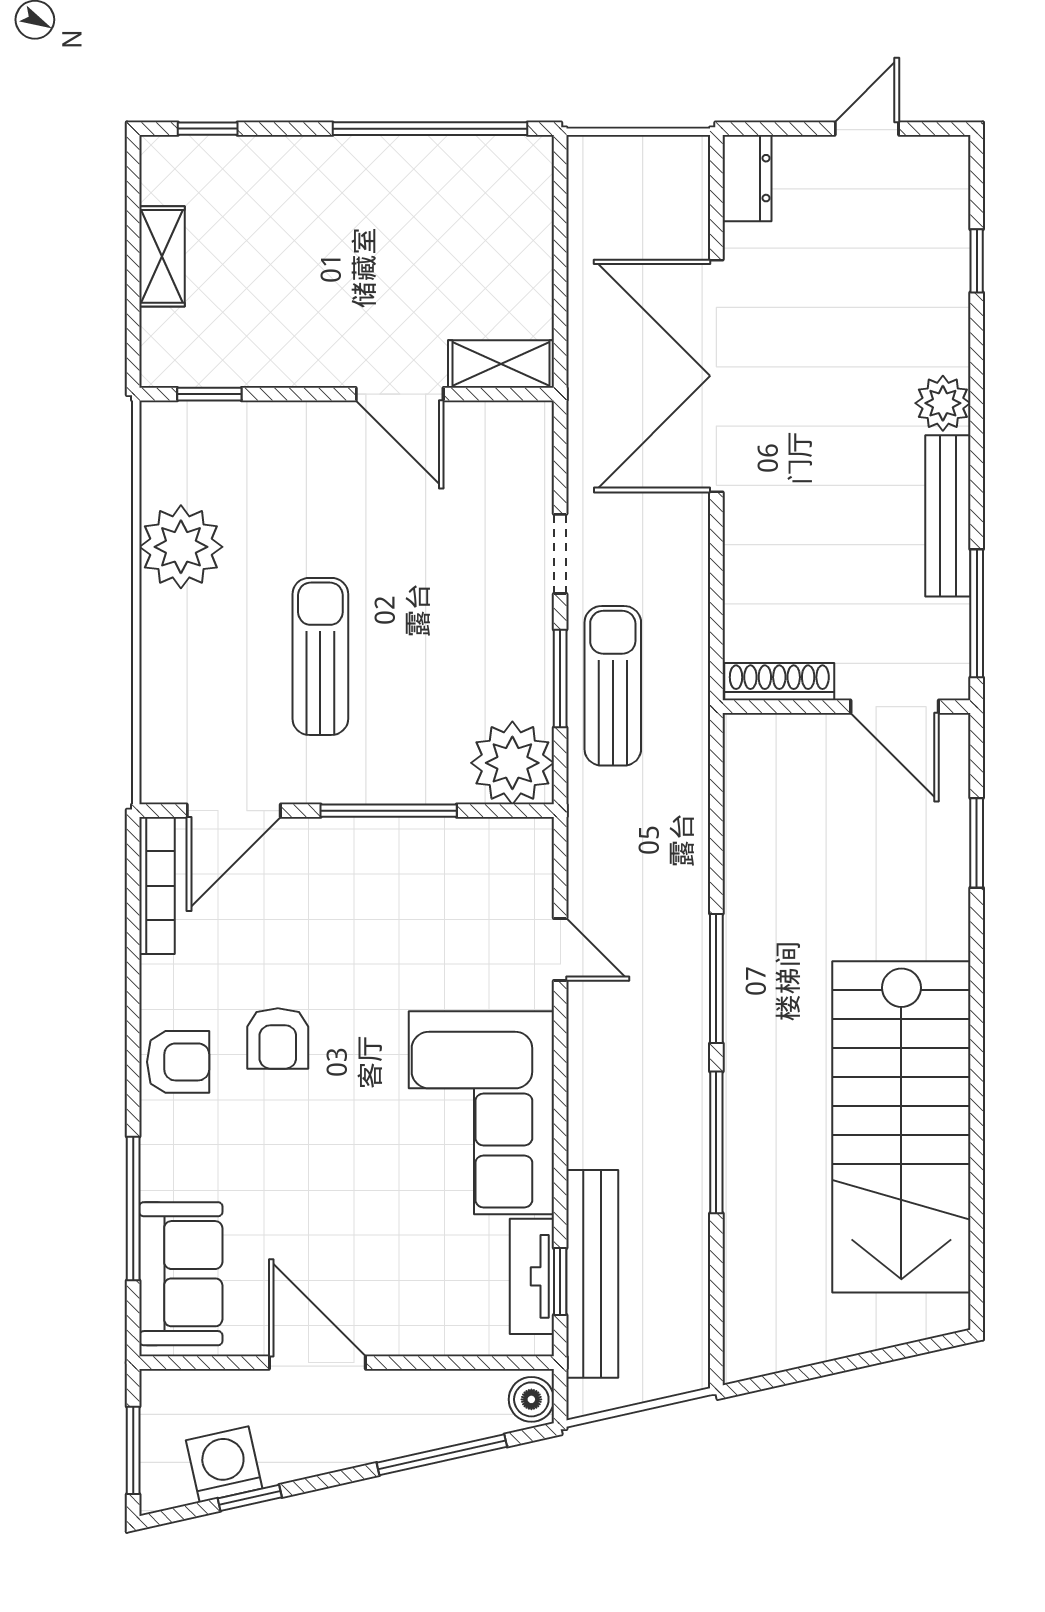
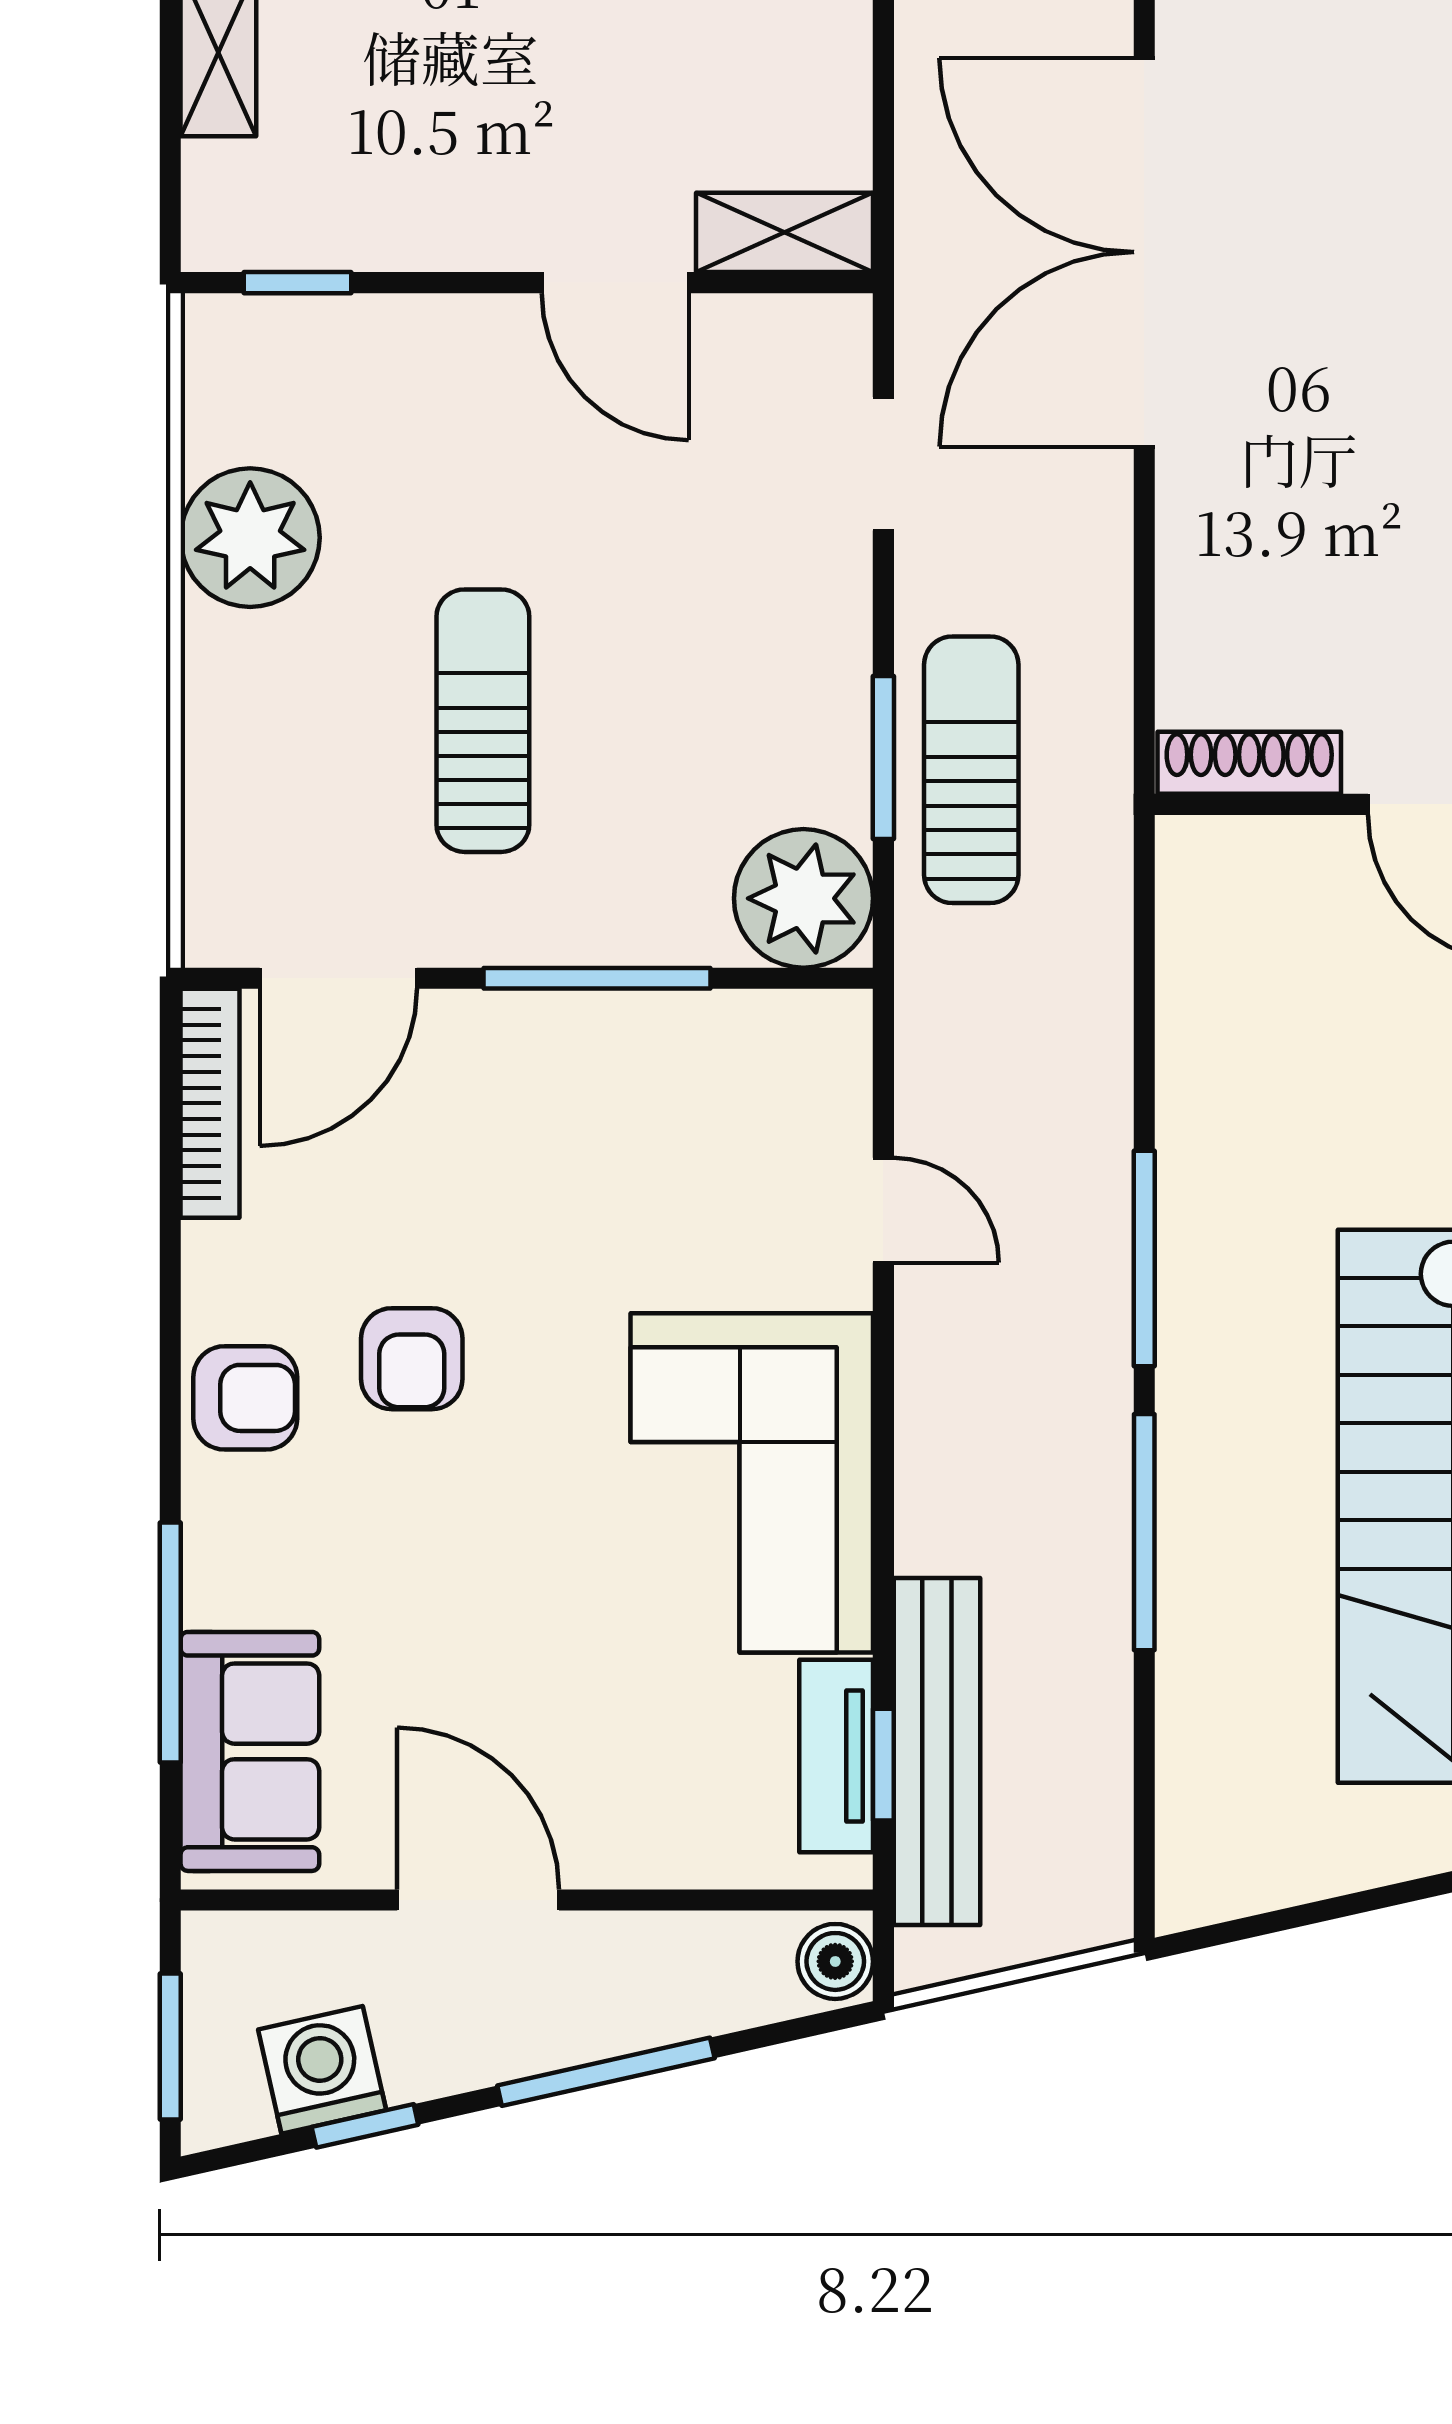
doorway: (560, 554) -> (883, 464), moved
window: (442, 1455) -> (606, 2072), moved

